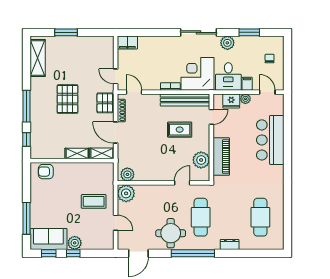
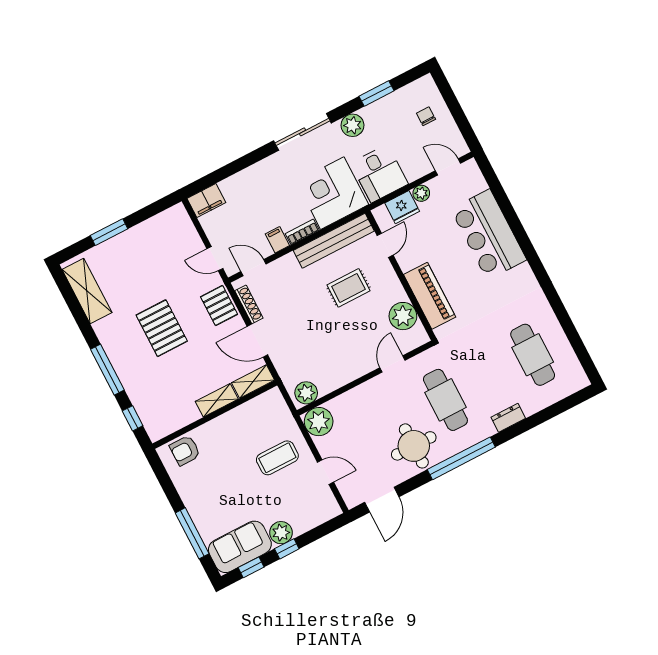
filing cabinet: (247, 84) -> (277, 240), moved

